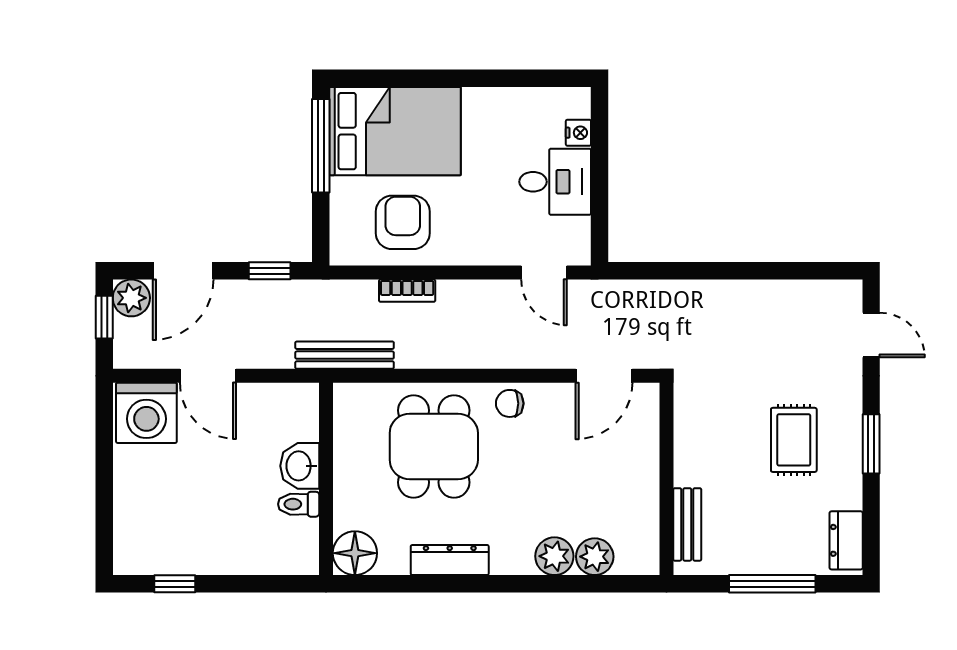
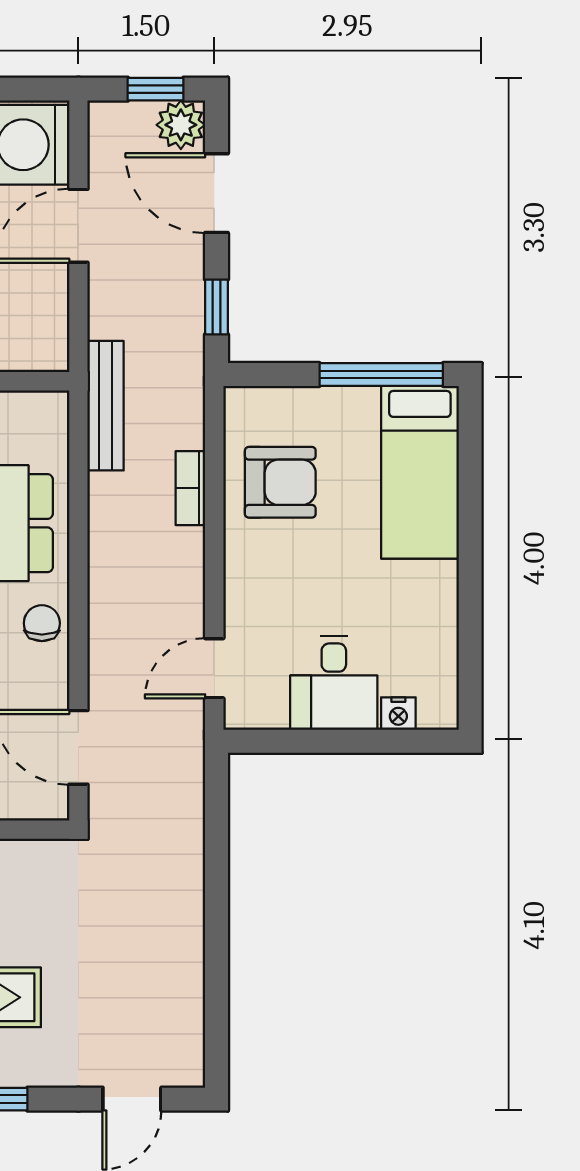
bed: (395, 131) -> (420, 472), width x0.67

